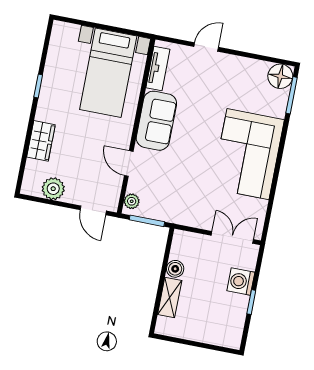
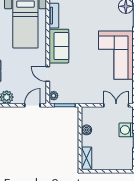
door: (93, 210) -> (32, 105), swing flipped
shelving: (170, 297) -> (87, 158), moved

